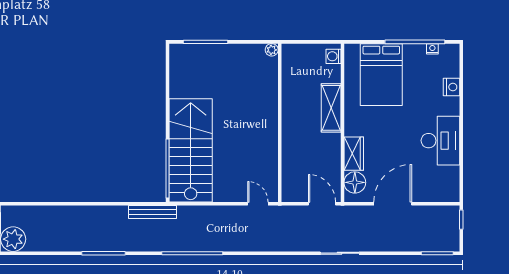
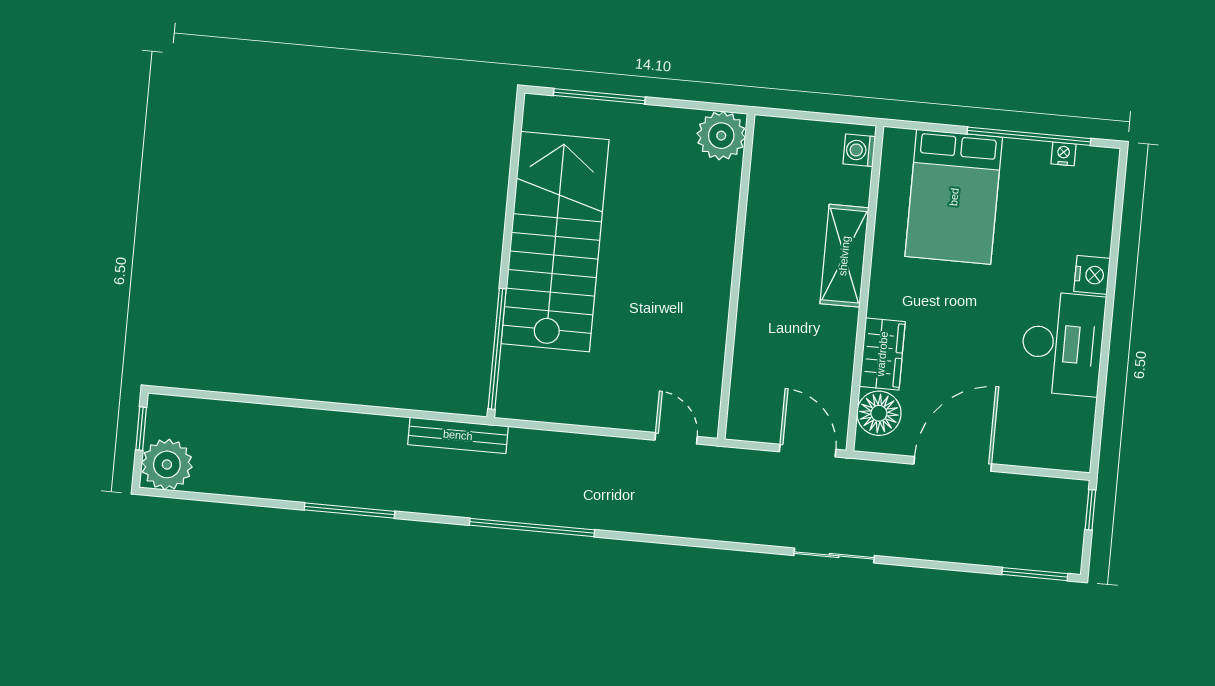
plant: (272, 50) -> (721, 136), width x1.87, depth x1.87
nightstand: (452, 87) -> (1092, 275), moved
stairs: (191, 150) -> (555, 242), moved

